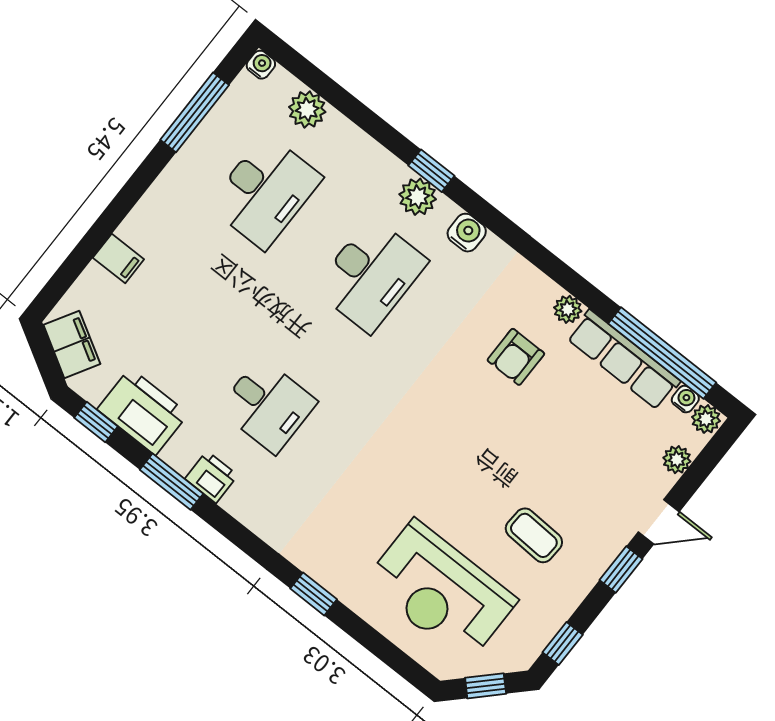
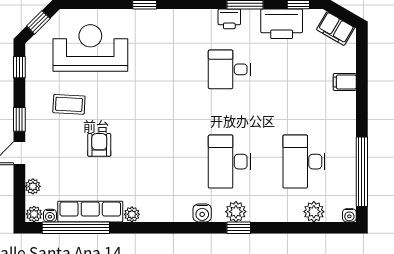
window: (195, 112) -> (362, 172), width x1.46
armchair: (516, 357) -> (99, 145), moved

